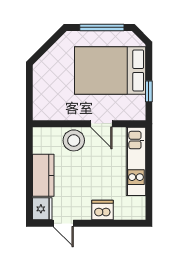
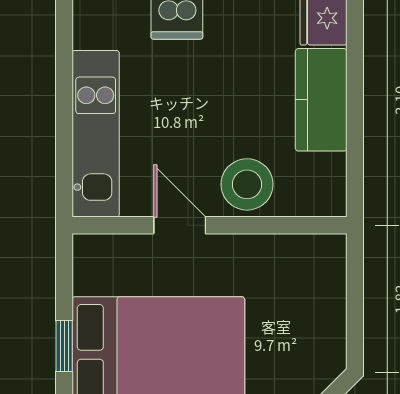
window: (149, 91) -> (64, 346), moved

